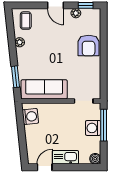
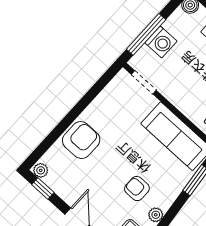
plant: (76, 13) -> (41, 170), moved
armchair: (40, 47) -> (137, 189), added

